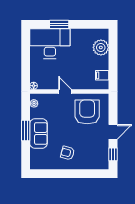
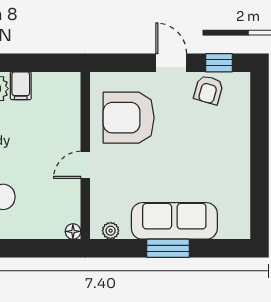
filing cabinet: (102, 75) -> (21, 86), moved
sofa: (39, 133) -> (174, 221), width x1.36
armchair: (68, 153) -> (209, 90), moved

